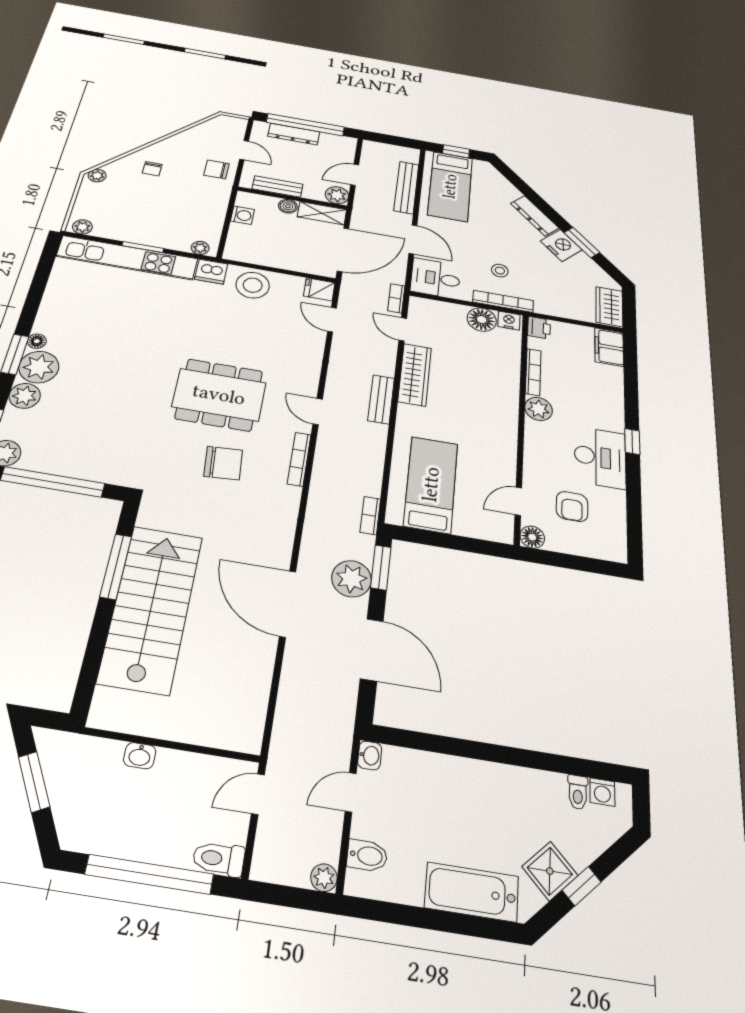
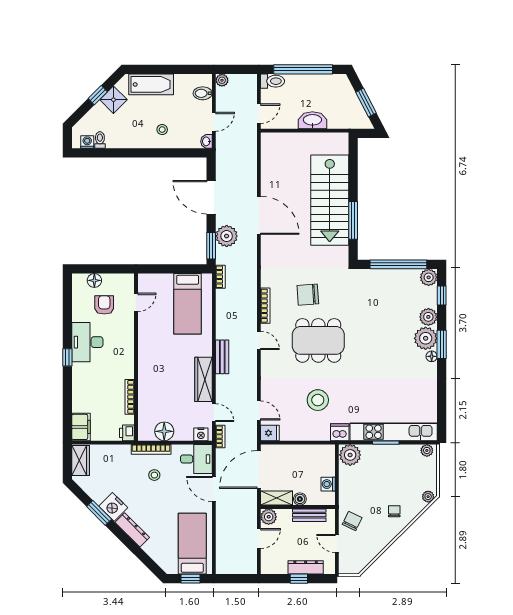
window: (305, 125) -> (299, 579), width x0.32
chair: (216, 169) -> (352, 521), turned -64
bench: (406, 187) -> (222, 535), removed
plant: (200, 248) -> (350, 455), width x1.88, depth x1.88
stool: (253, 285) -> (318, 400), moved
nightstand: (509, 321) -> (201, 434), moved
plant: (539, 409) -> (126, 370), removed
floor lamp: (532, 537) -> (94, 280), moved
washbasin: (140, 756) -> (312, 120), width x1.91, depth x1.45
stool: (455, 793) -> (162, 130), added

